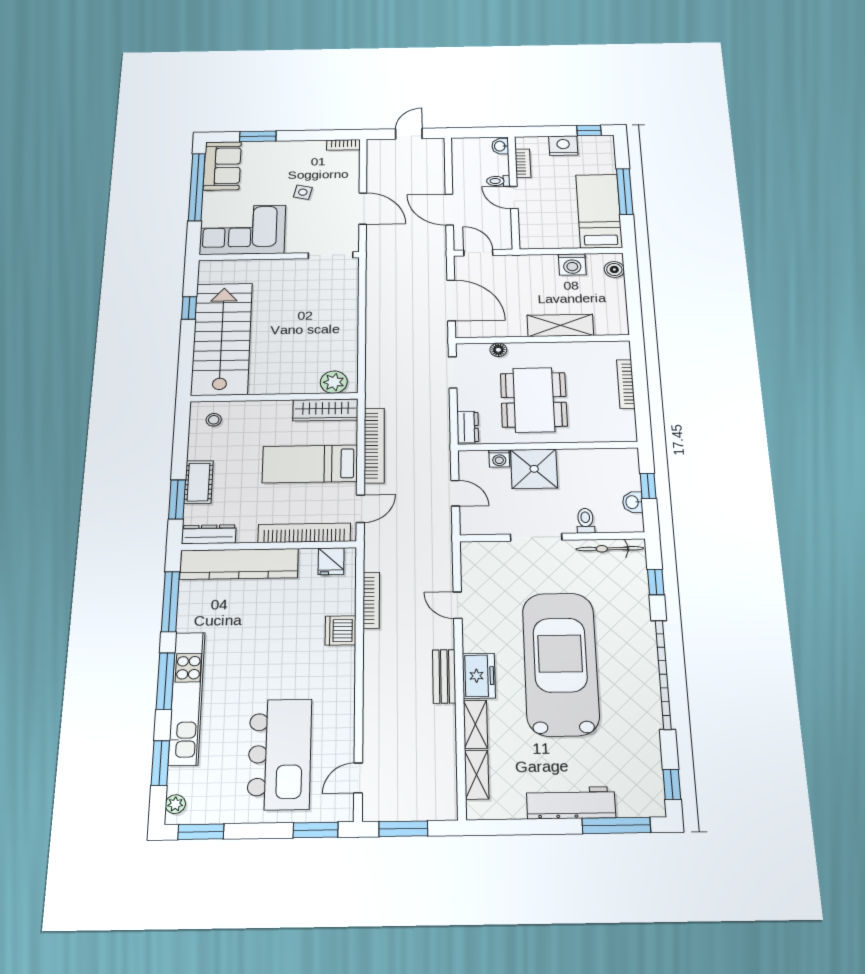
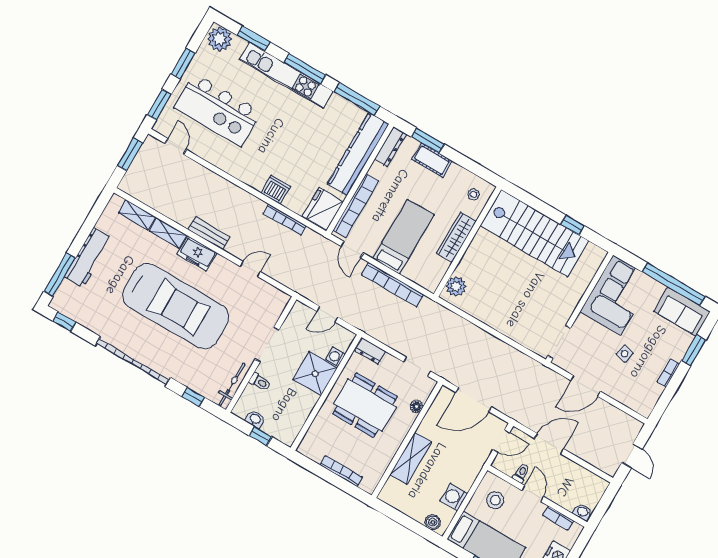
bookcase: (343, 145) -> (668, 373), moved
toilet: (498, 181) -> (521, 473), moved
door: (514, 197) -> (533, 493), hinge flipped
stool: (547, 226) -> (495, 500), added
wardrobe: (325, 410) -> (456, 237), moved
fridge: (331, 561) -> (323, 209), width x1.88, depth x1.34
plant: (175, 804) -> (220, 39), width x1.87, depth x1.87
window: (201, 832) -> (183, 64), moved

